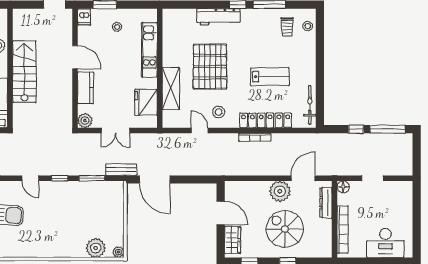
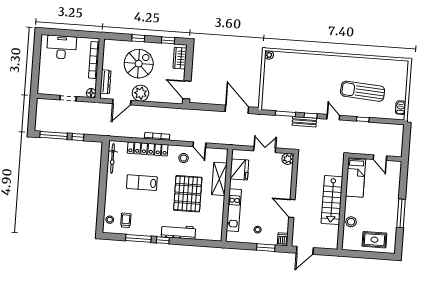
kitchen counter: (86, 88) -> (285, 184), removed
bench: (121, 170) -> (304, 122), moved
door: (221, 213) -> (187, 90), moved
spiral stairs: (285, 229) -> (139, 64), turned -90
plant: (96, 248) -> (286, 59), removed

